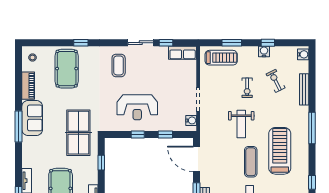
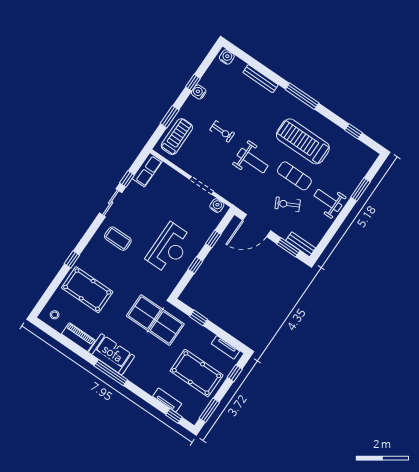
exercise bike: (276, 81) -> (288, 204), moved

